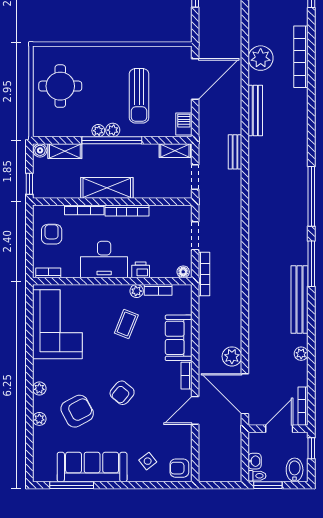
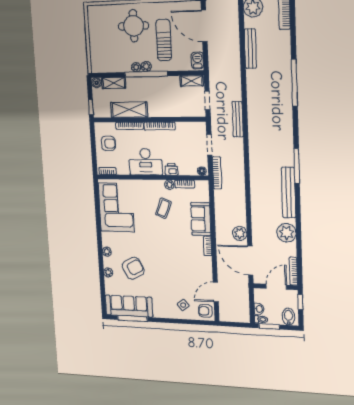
door: (195, 79) -> (204, 26), swing flipped
round table: (60, 86) -> (134, 26), moved
sun lounger: (139, 96) -> (164, 40), turned 180
bench: (235, 152) -> (238, 119), moved, width x1.36
shelving: (107, 188) -> (129, 110), moved
window: (311, 196) -> (294, 83), moved
armchair: (52, 234) -> (108, 143), turned 90
plant: (301, 354) -> (286, 233), width x1.88, depth x1.88
armchair: (122, 393) -> (163, 257), removed
door: (195, 410) -> (216, 292), moved
sofa: (92, 467) -> (129, 306), moved

